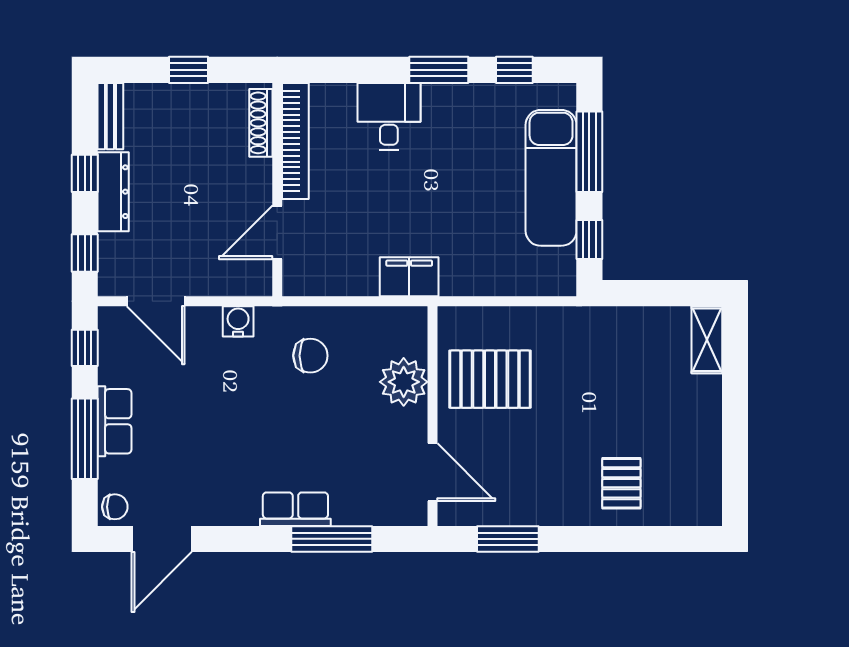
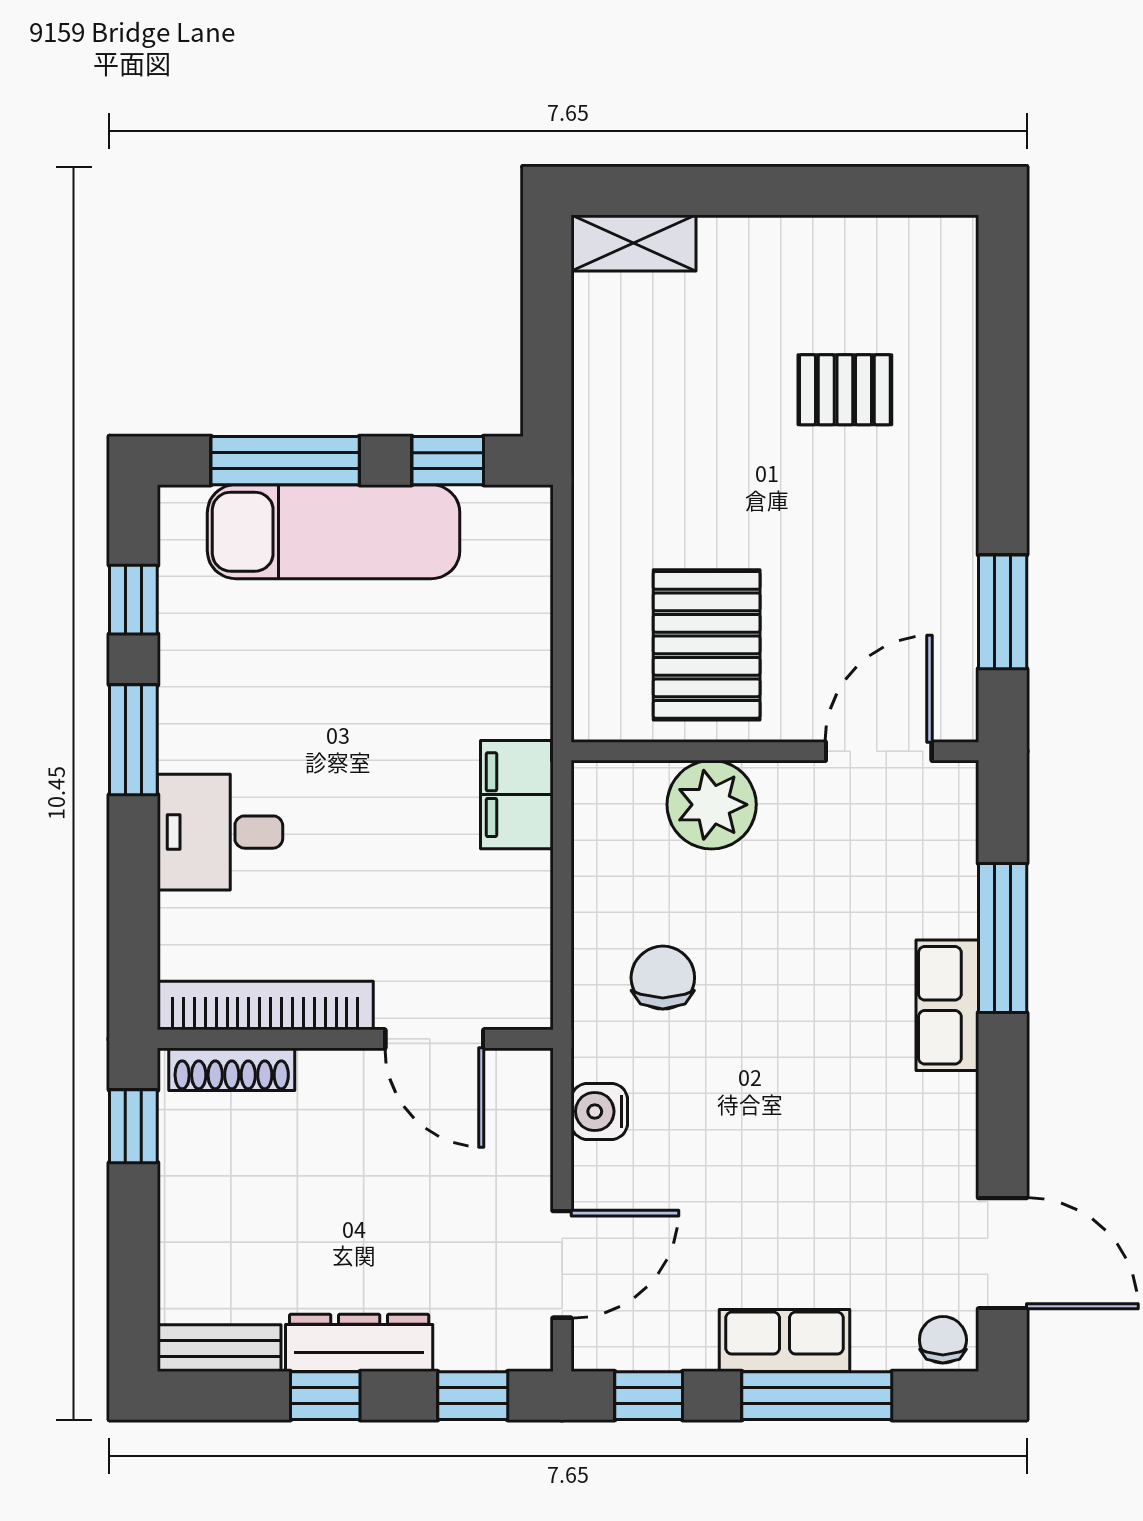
window: (188, 70) -> (133, 1126), moved
pallet: (621, 483) -> (845, 390), moved

